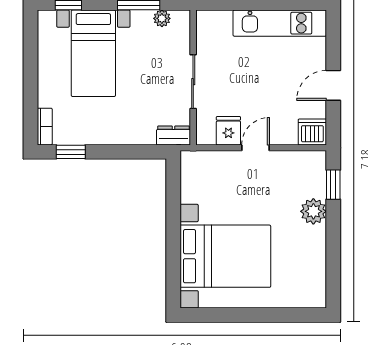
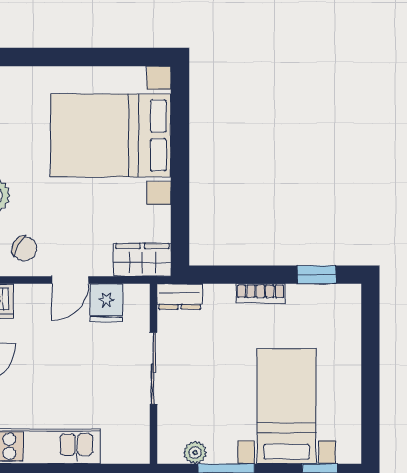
bookcase: (45, 127) -> (260, 294), moved, turned -90
wardrobe: (201, 163) -> (142, 260), added
chair: (290, 171) -> (25, 249), added

